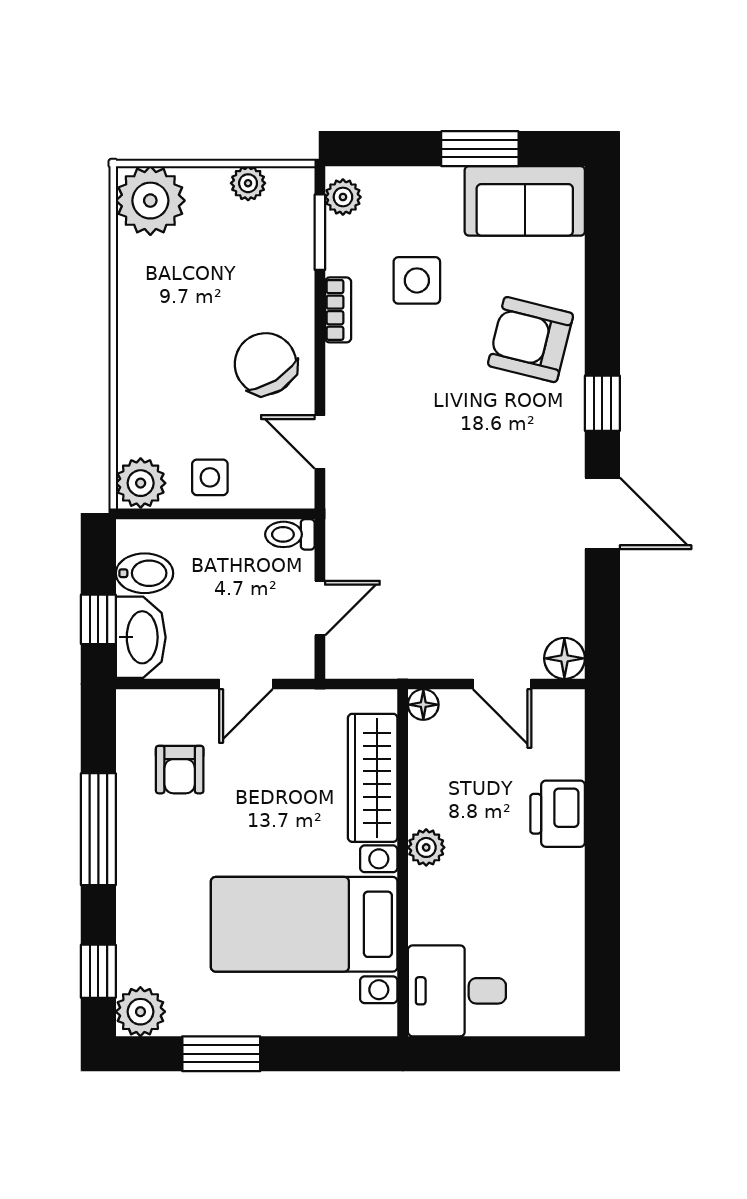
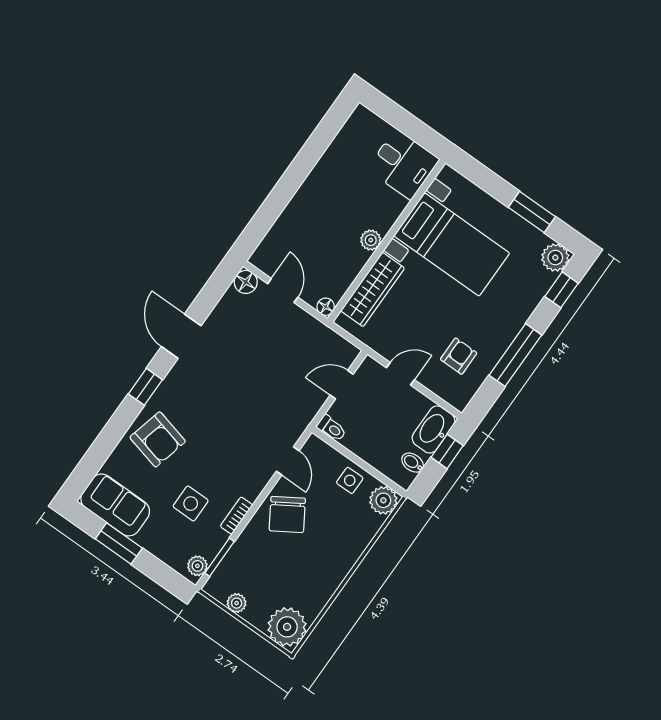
bidet: (145, 573) -> (413, 463), width x0.72, depth x0.74
printer: (558, 814) -> (299, 213), removed

